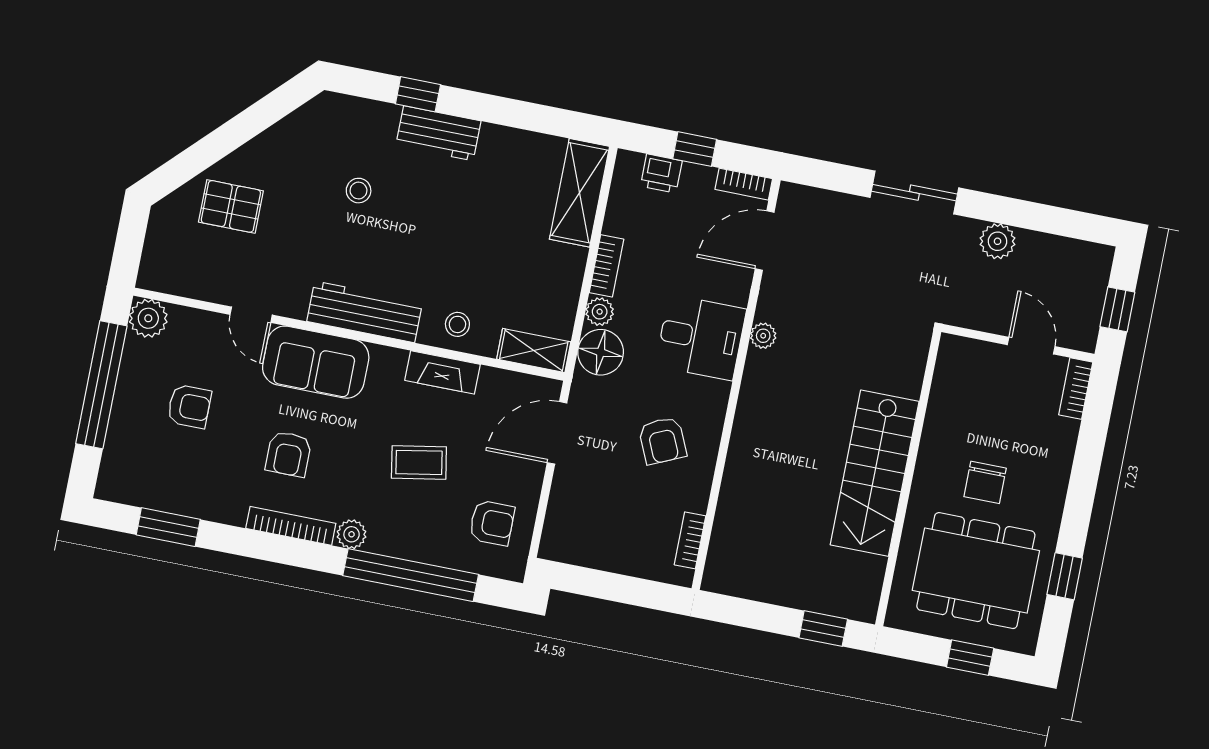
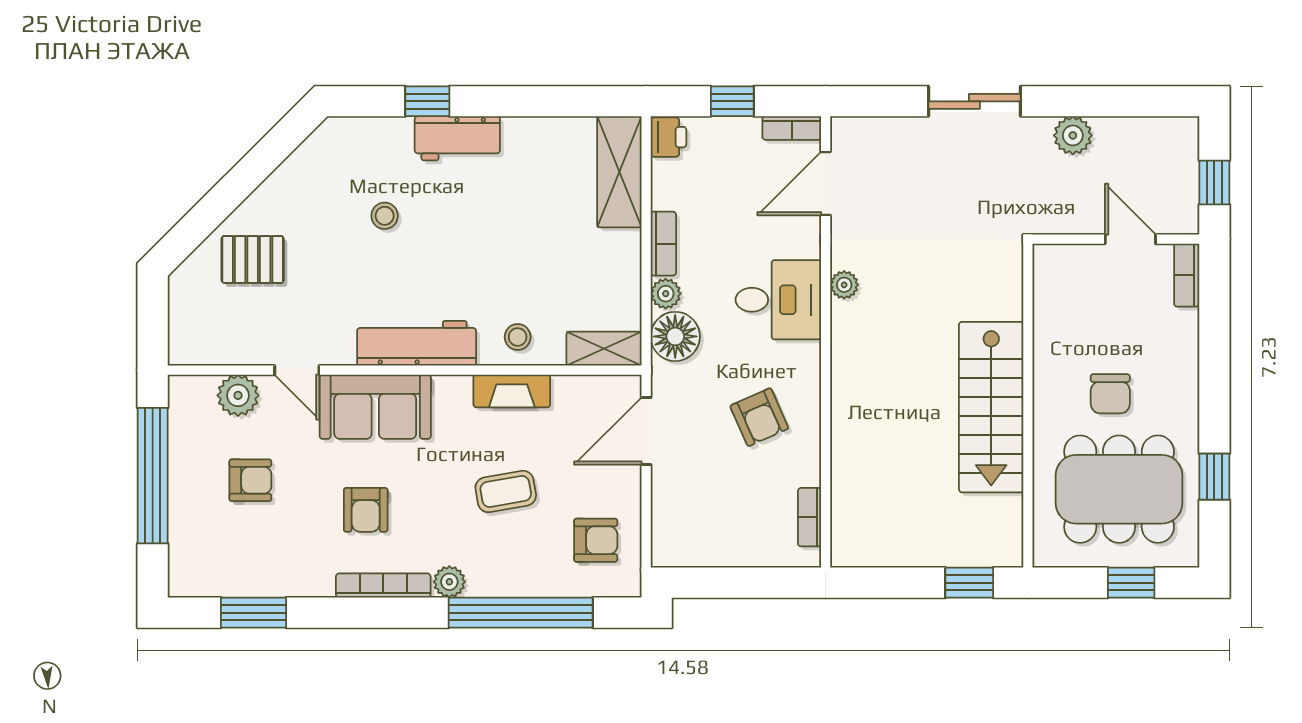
printer: (661, 173) -> (668, 137), moved, turned -90
plant: (148, 318) -> (238, 395), moved

